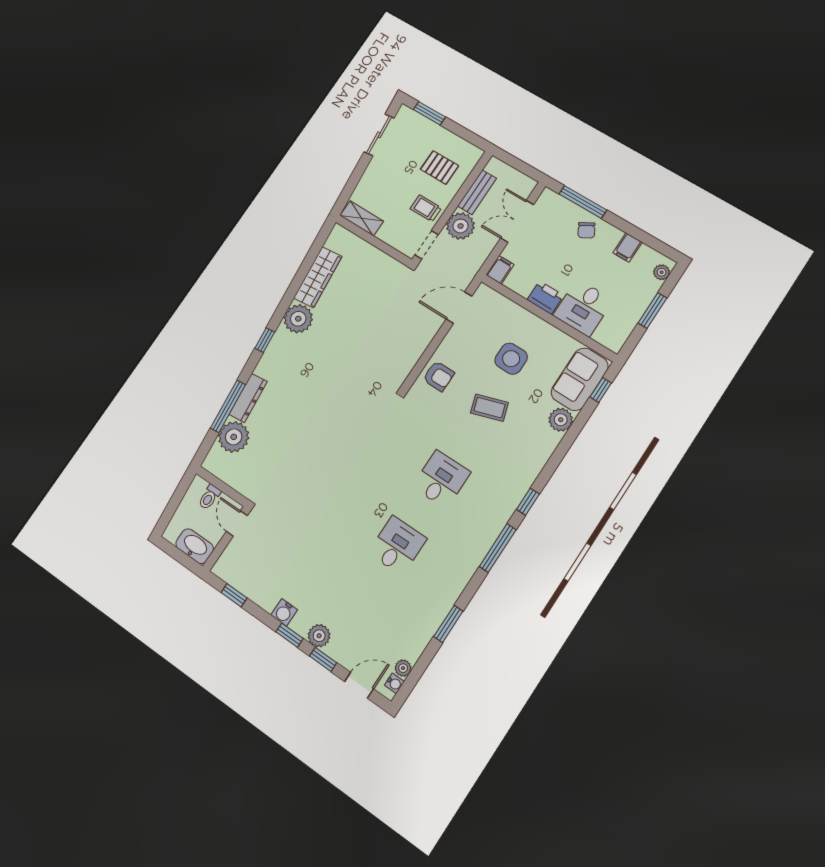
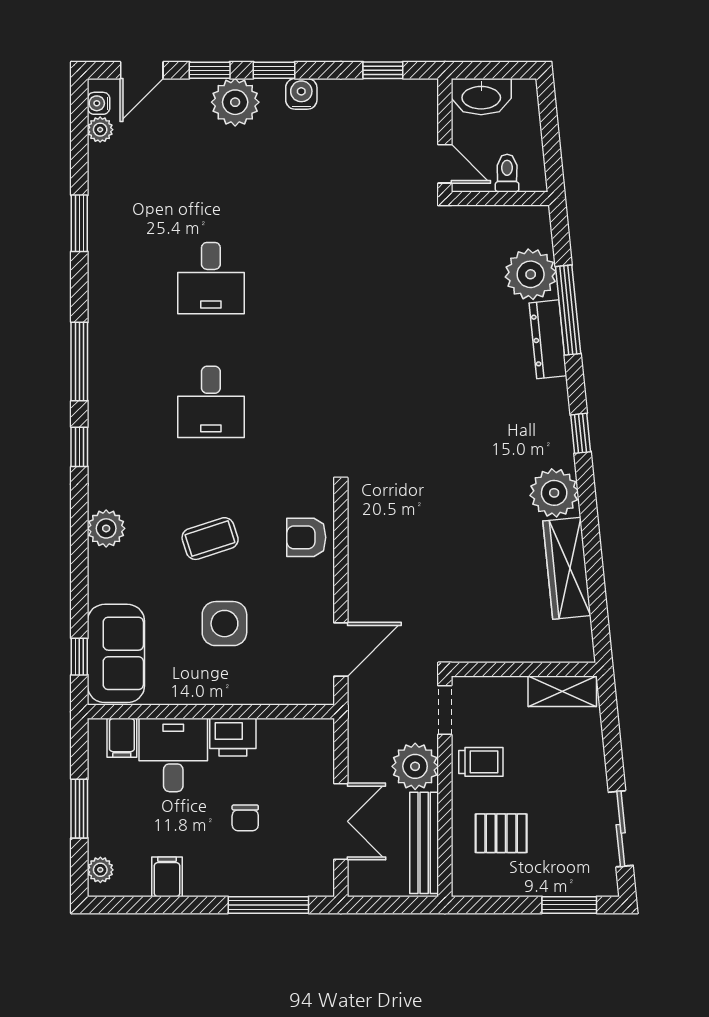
bench: (477, 192) -> (424, 843), width x1.36
chair: (586, 230) -> (245, 818), moved, turned -150
filing cabinet: (500, 270) -> (122, 738), moved
plant: (561, 420) -> (106, 528), moved
plant: (319, 636) -> (235, 102), width x1.36, depth x1.36

